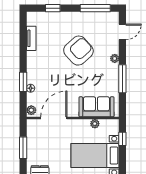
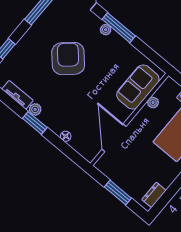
window: (122, 79) -> (119, 28), moved
window: (23, 82) -> (35, 123), moved
plant: (31, 110) -> (35, 109), moved

